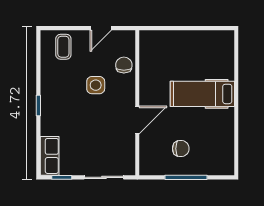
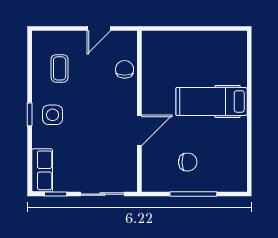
coffee table: (63, 47) -> (60, 68), moved
side table: (96, 85) -> (53, 115), moved

